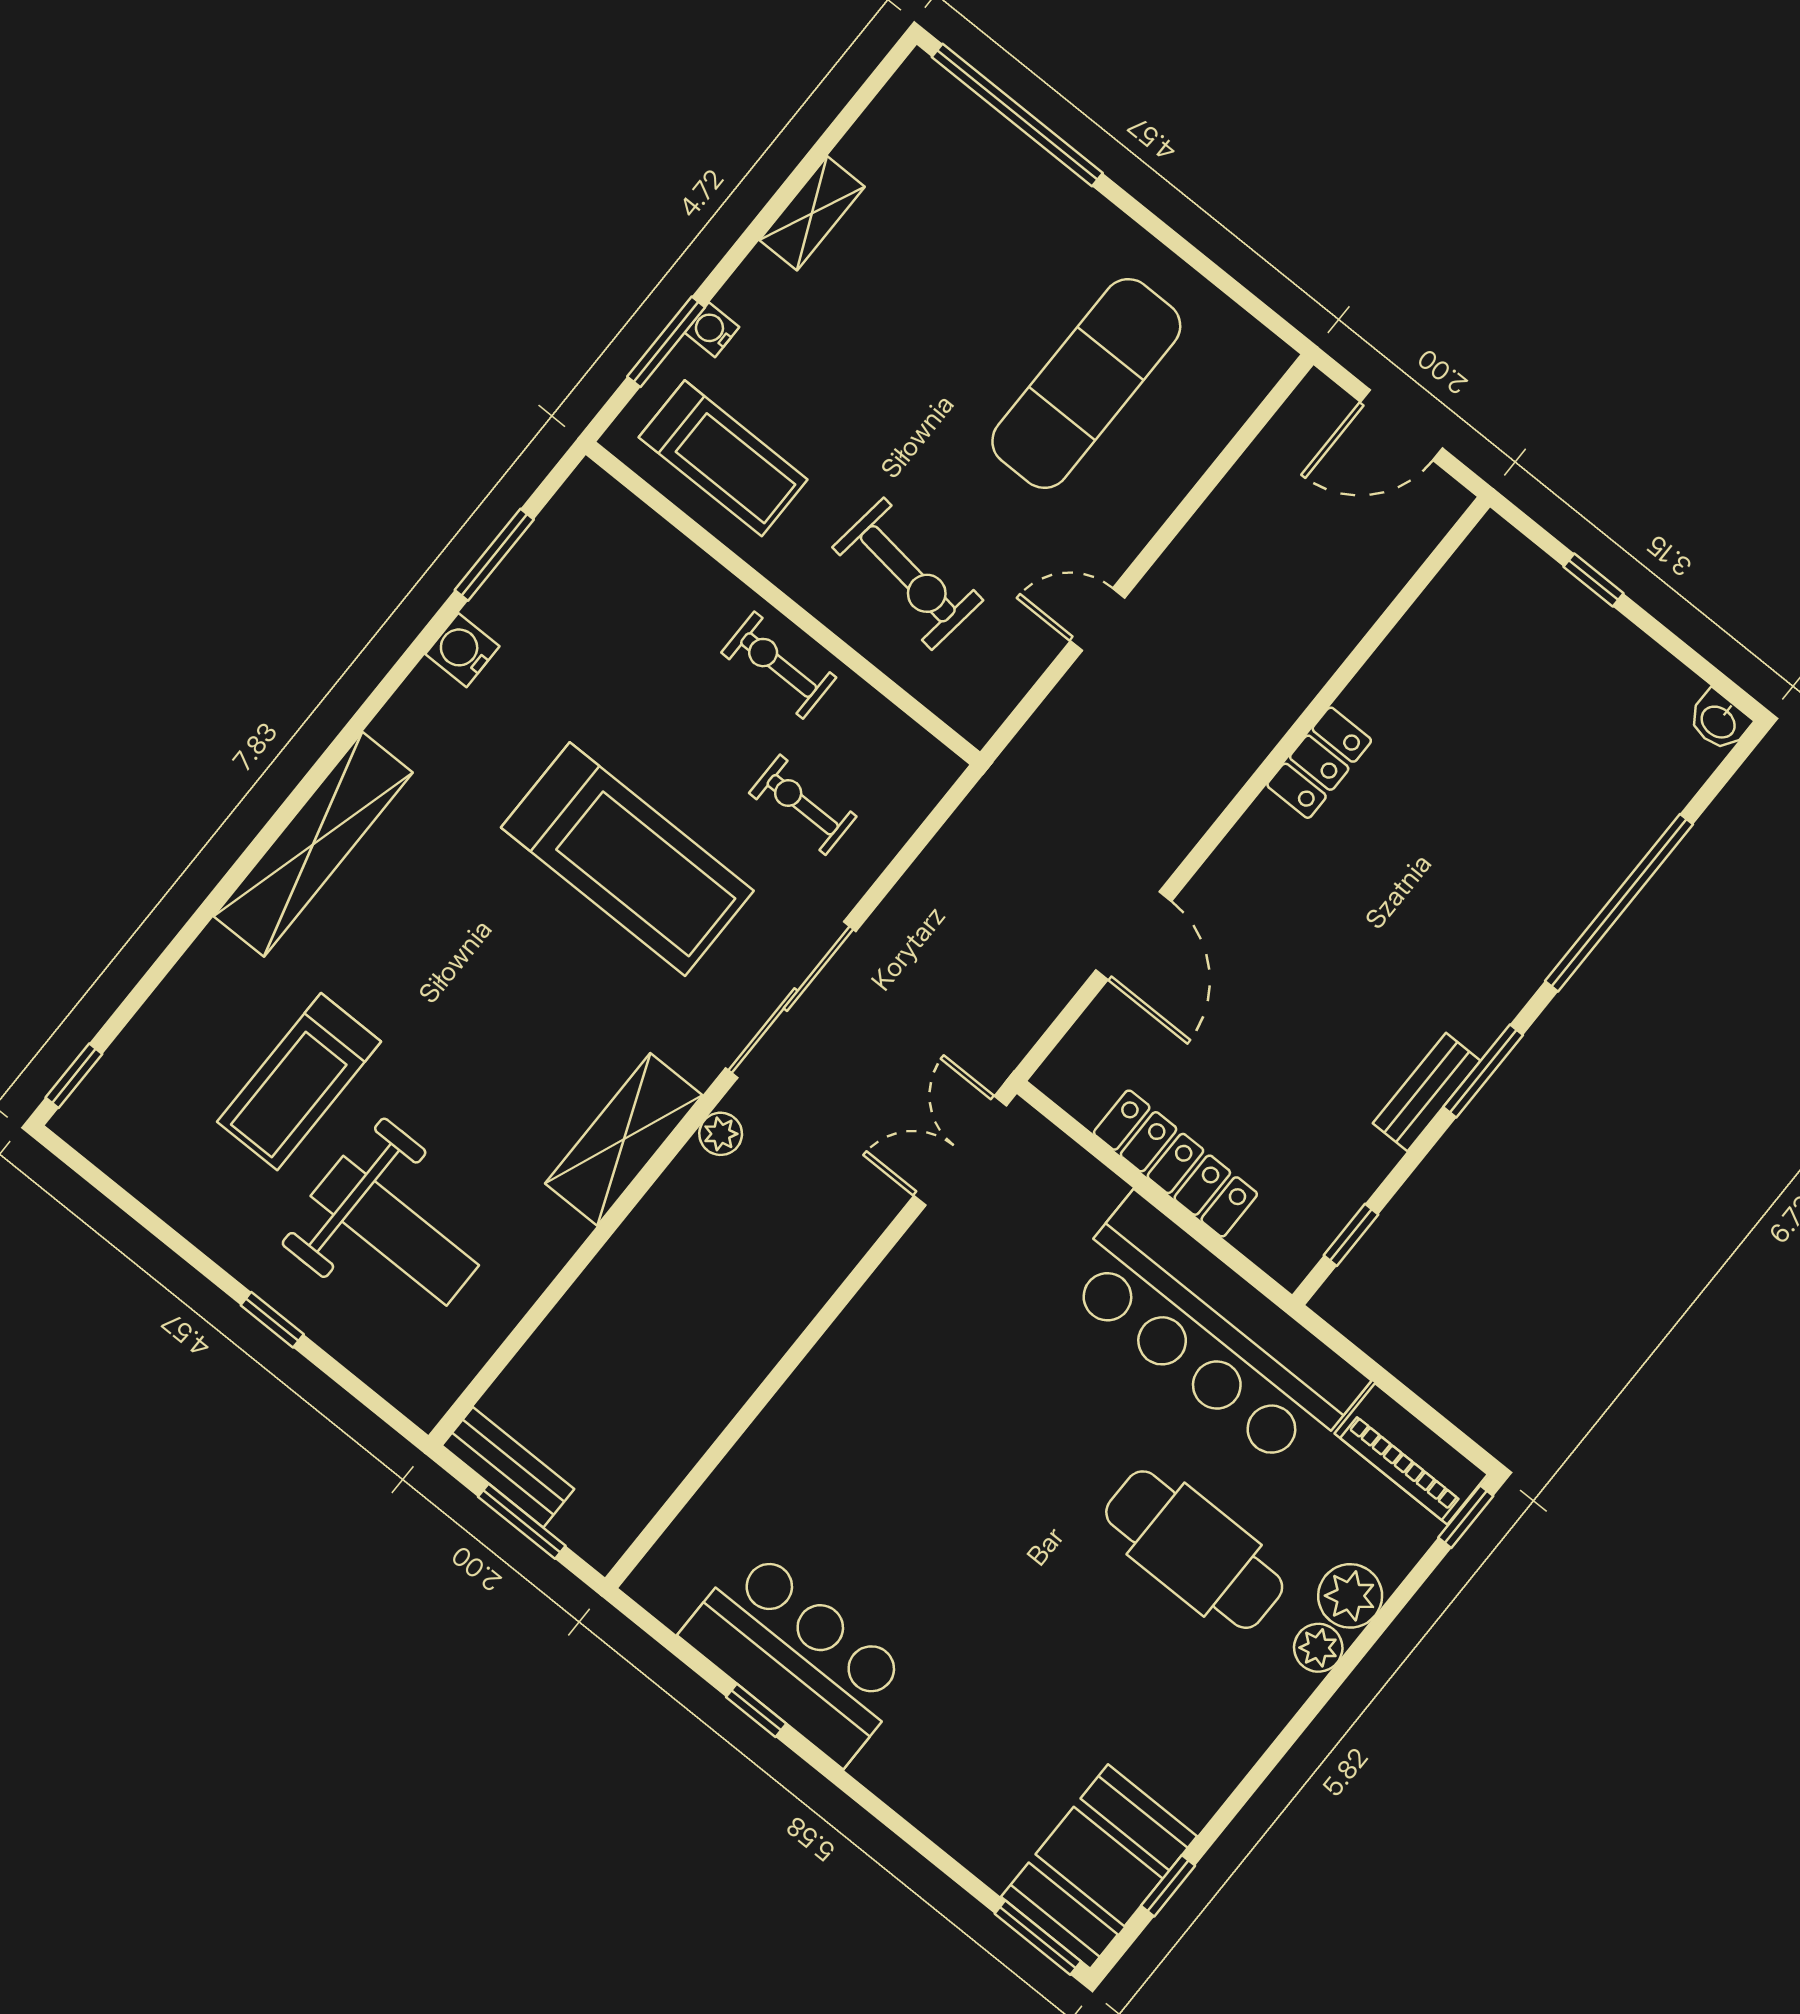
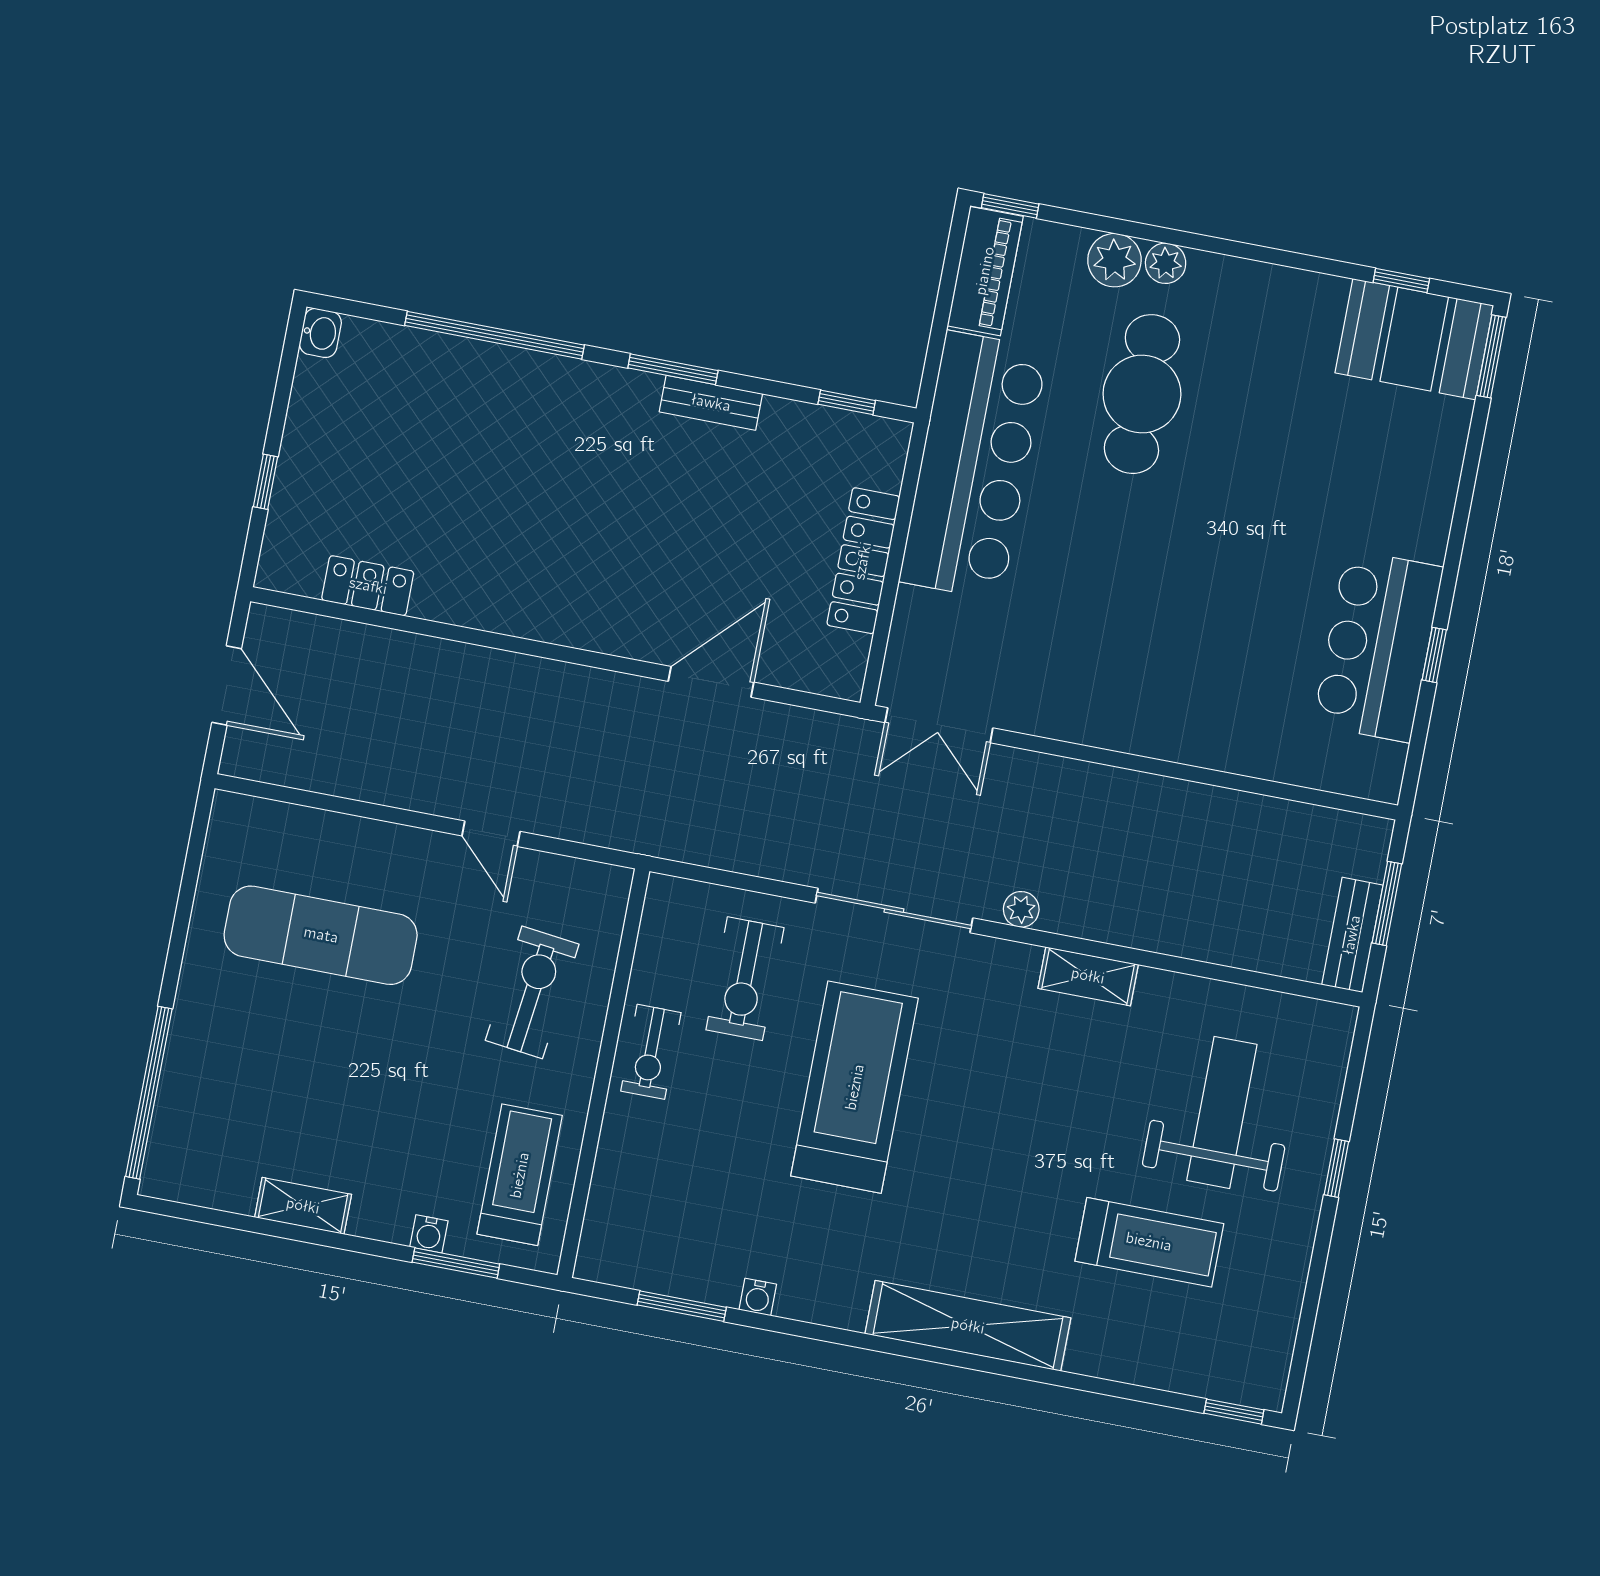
water cooler: (462, 650) -> (758, 1297), width x0.72, depth x0.72
locker: (1319, 763) -> (368, 586), moved
exercise bike: (803, 805) -> (745, 979), width x1.38, depth x1.39
shelving: (624, 1139) -> (1088, 976), width x0.67, depth x0.75

